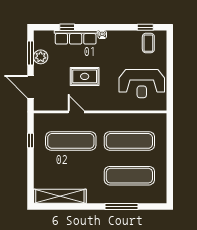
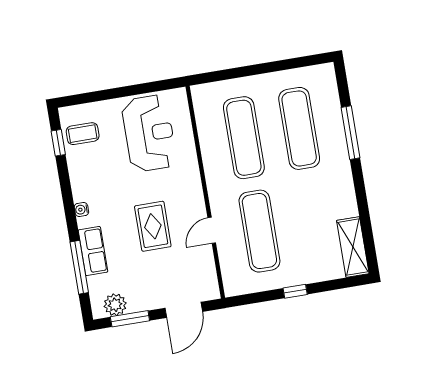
window: (67, 27) -> (79, 267), width x2.17
row of seats: (76, 37) -> (93, 251), width x0.68
plant: (41, 57) -> (115, 305), moved
window: (30, 141) -> (295, 291), moved
shelving: (60, 196) -> (353, 247), width x0.68

